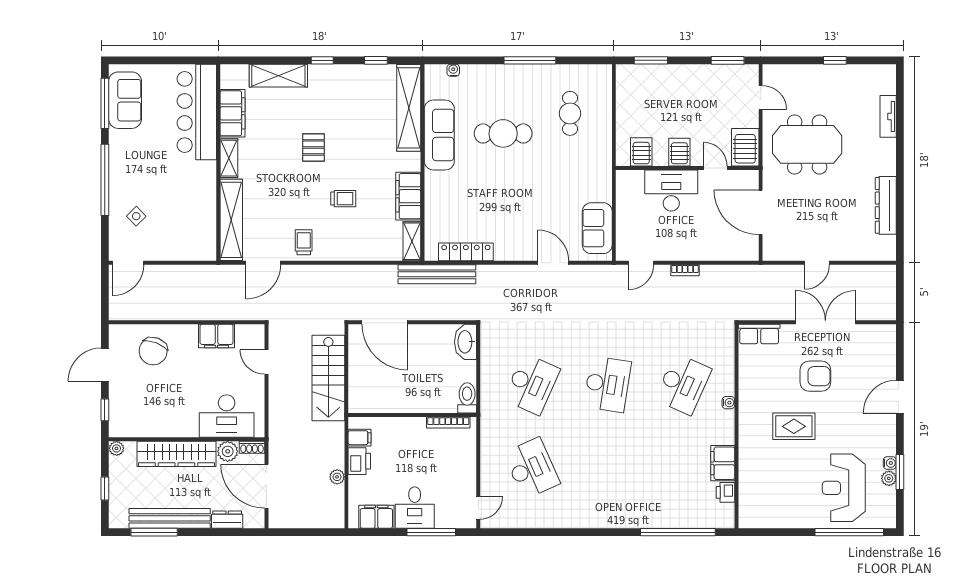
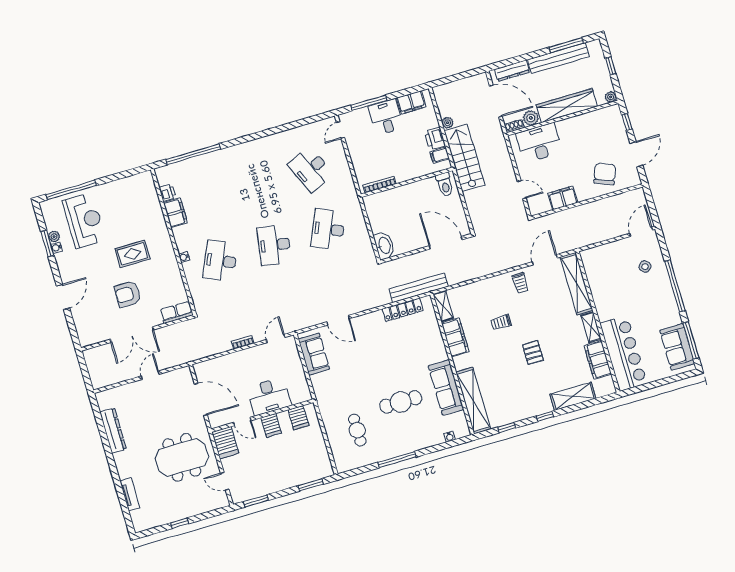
stairs: (328, 378) -> (465, 158), moved
toilet: (467, 398) -> (445, 184), moved
dresser: (227, 520) -> (512, 71), width x1.44

